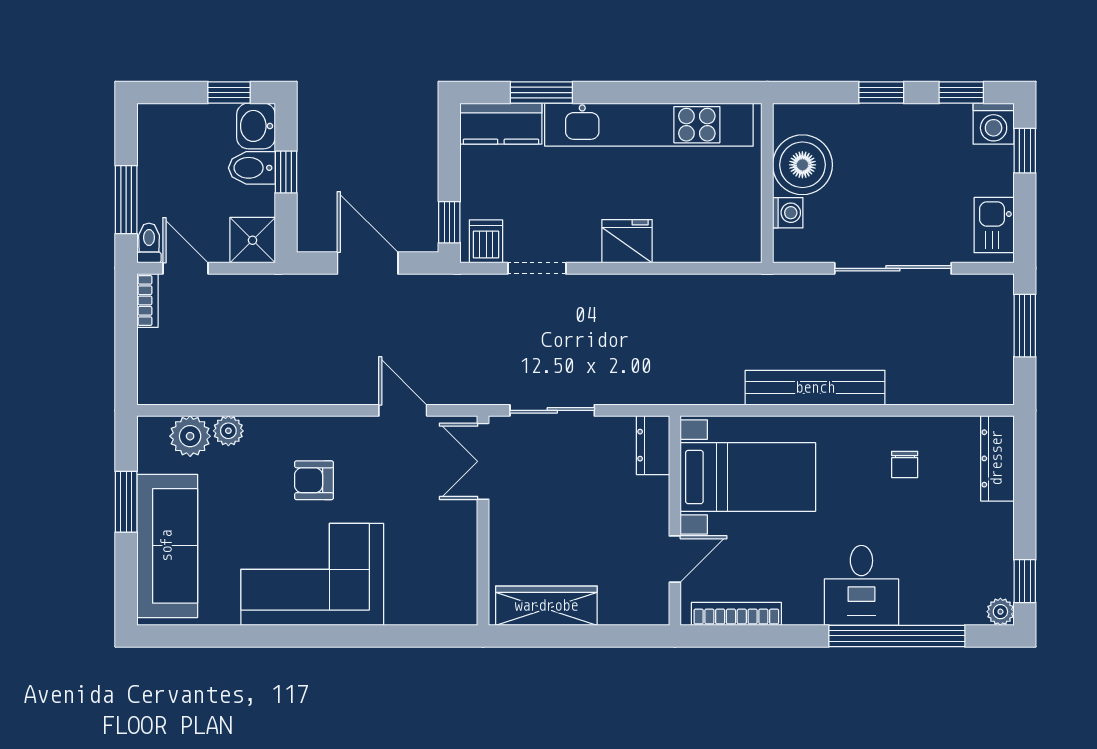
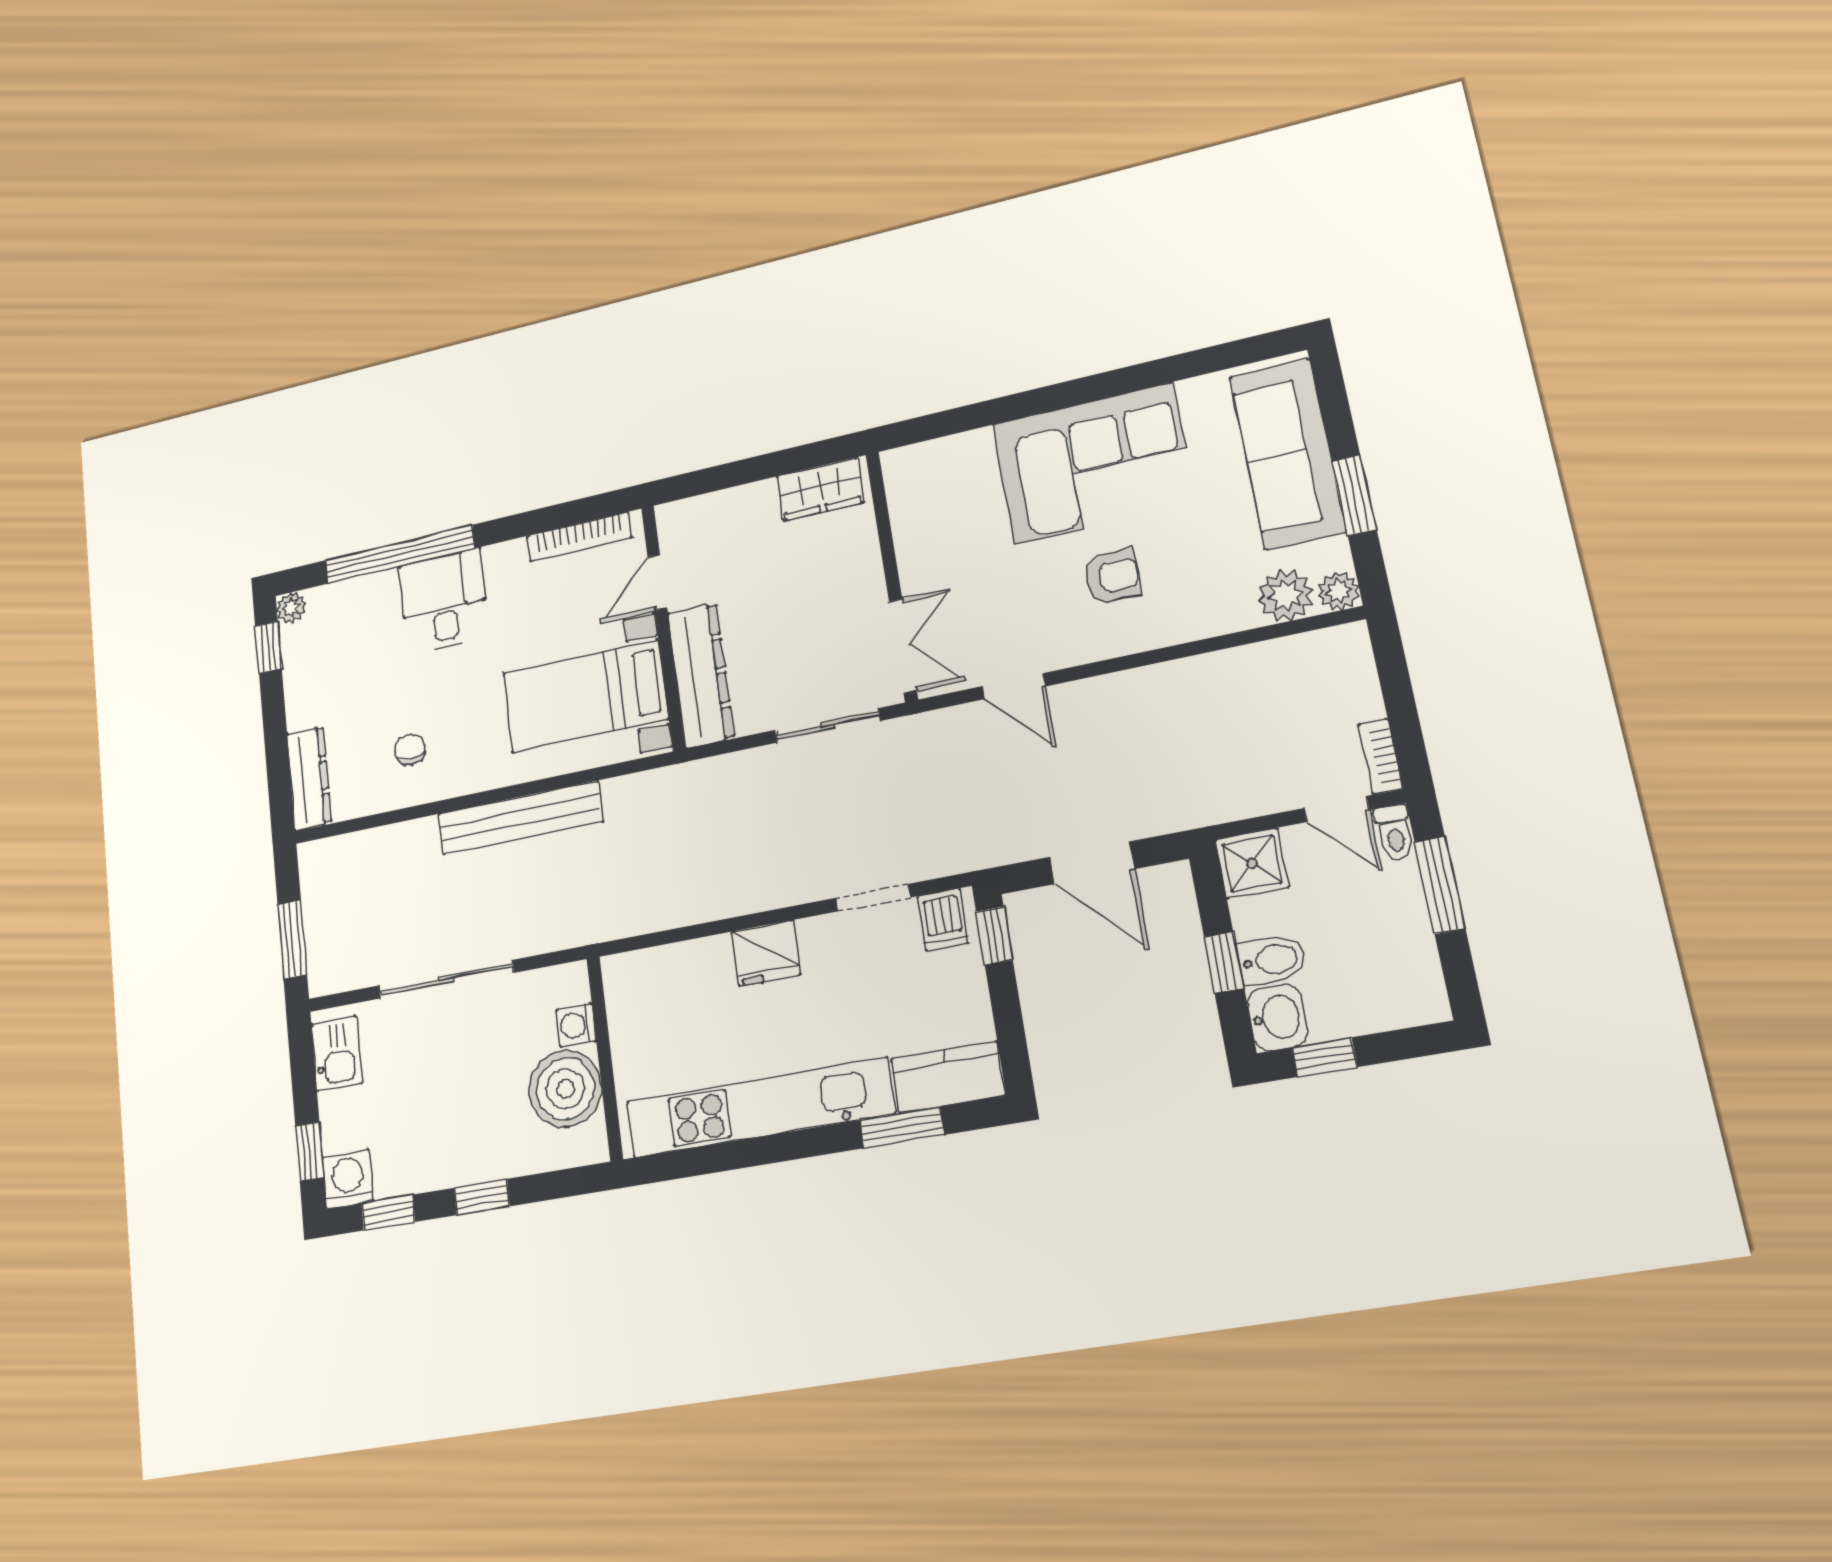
plant: (228, 431) -> (1338, 591), moved
dresser: (653, 445) -> (701, 675), width x1.96, depth x1.24
wardrobe: (546, 606) -> (820, 489), width x0.67

